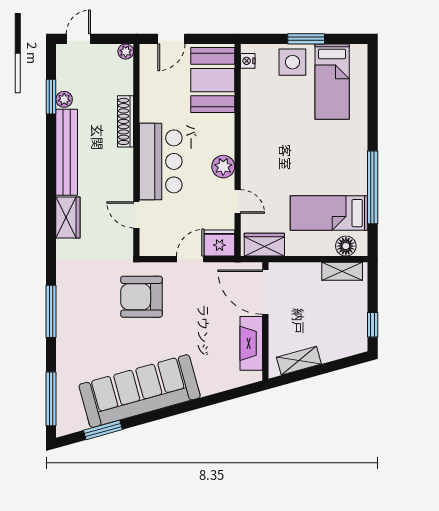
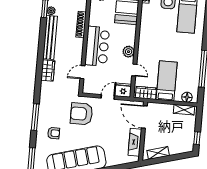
bed: (329, 213) -> (167, 81), moved, turned 90
door: (136, 215) -> (83, 72), hinge flipped
armchair: (90, 339) -> (54, 133), added

